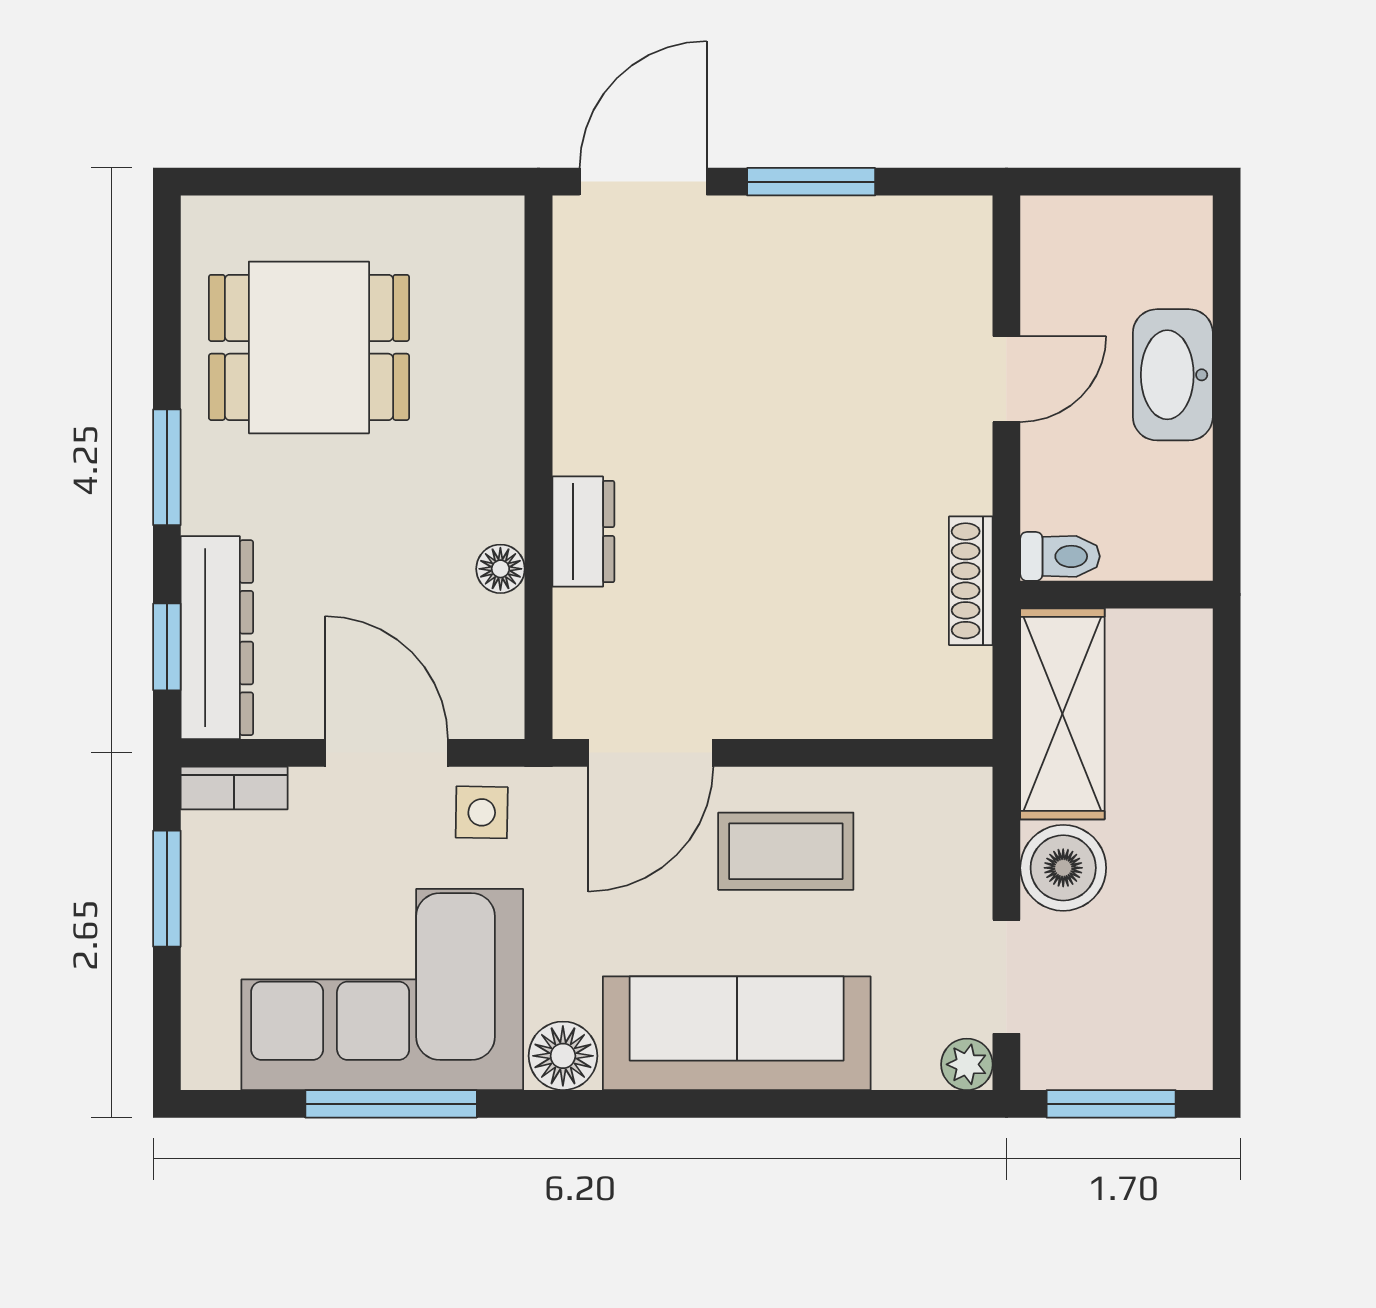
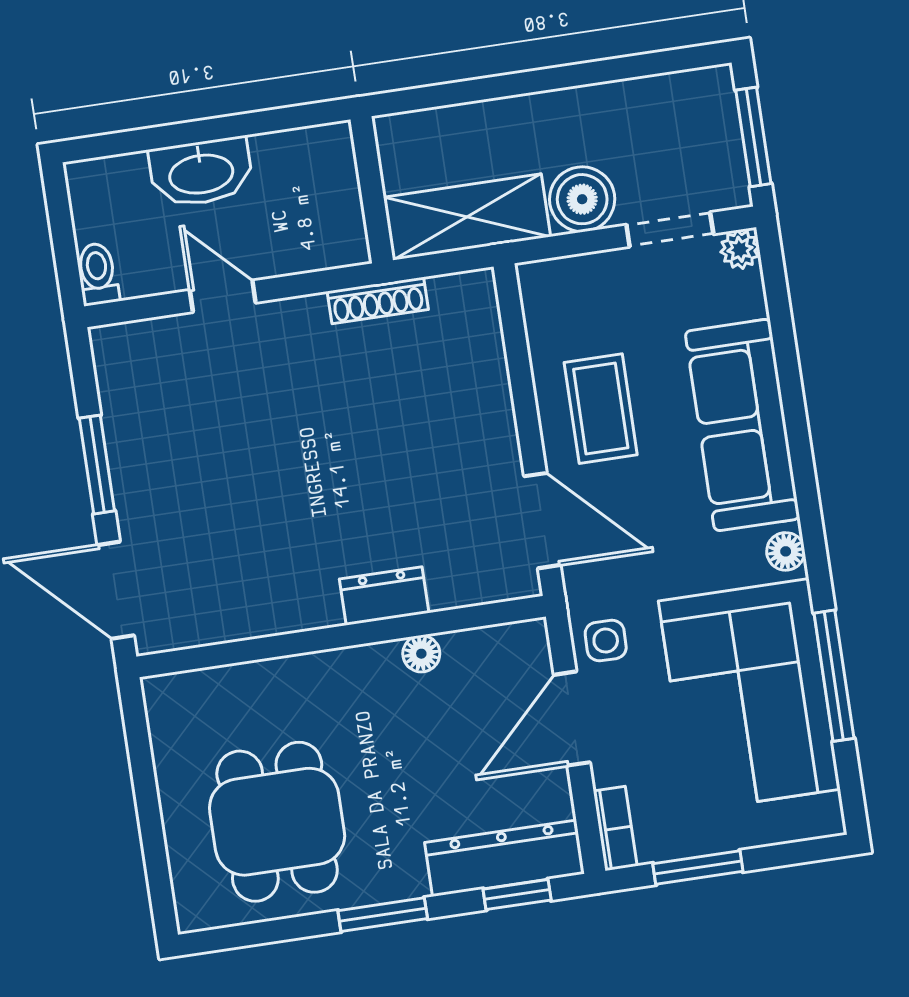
toilet: (1060, 556) -> (98, 274), moved
floor lamp: (563, 1056) -> (786, 551), width x0.73, depth x0.73

